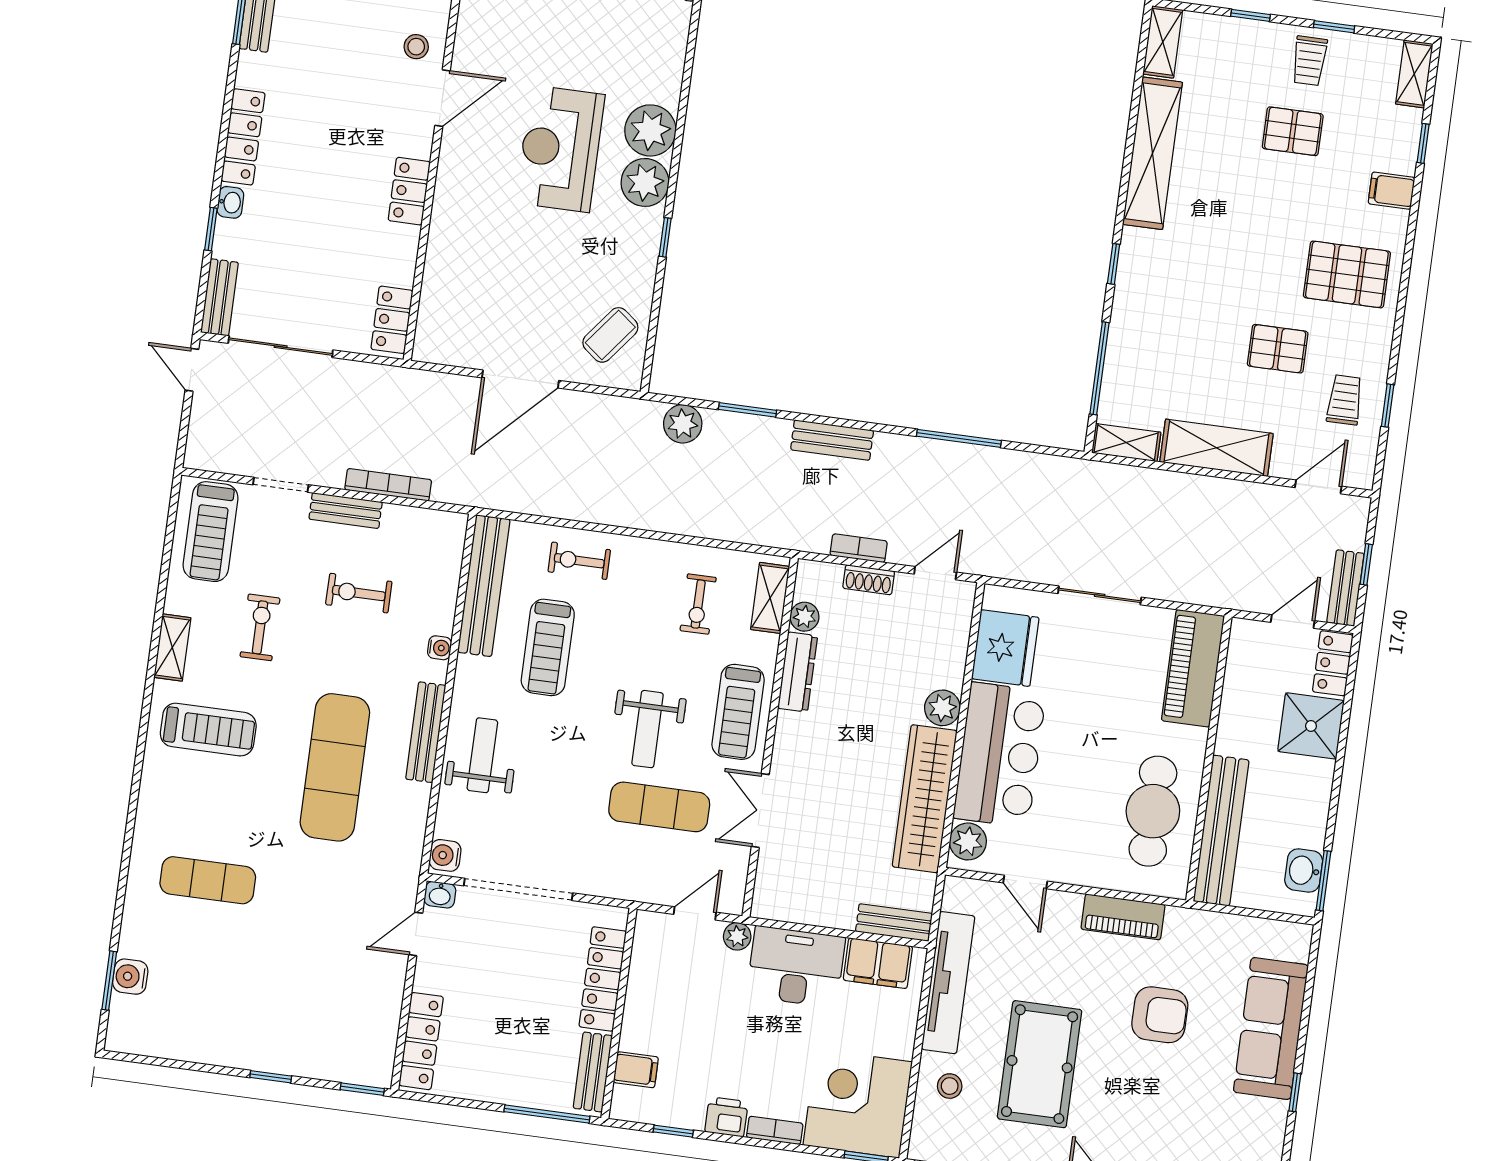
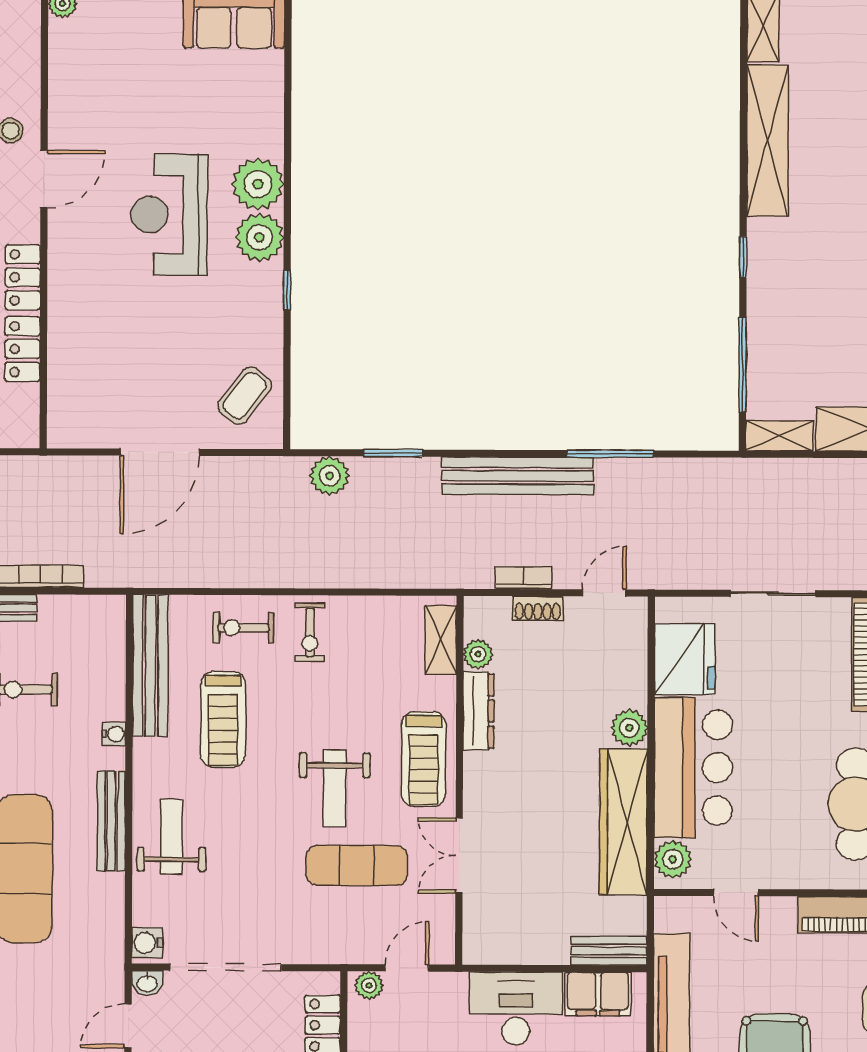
locker: (392, 320) -> (23, 349), moved
bench: (832, 440) -> (517, 476), width x1.86, depth x1.21
exercise bike: (698, 604) -> (310, 632), moved
plant: (737, 936) -> (369, 985), moved

